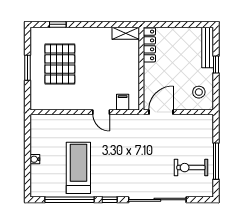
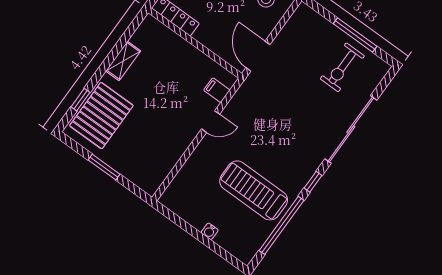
shelving: (126, 33) -> (123, 61), moved
pallet: (60, 64) -> (101, 116), moved, turned 90

